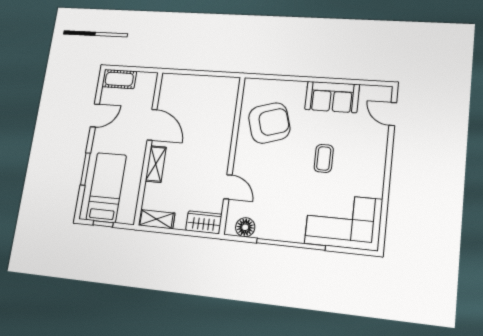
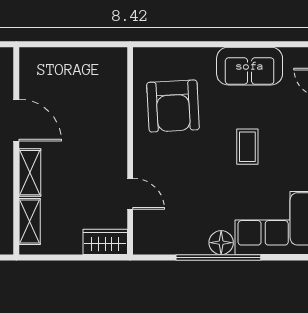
armchair: (269, 123) -> (173, 106), turned 104
shelving: (156, 219) -> (30, 222), moved, turned 90
floor lamp: (245, 227) -> (221, 243), moved

